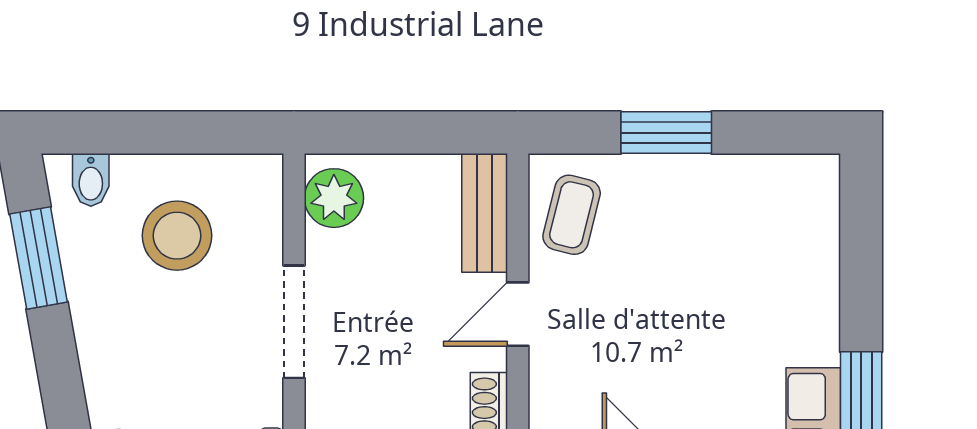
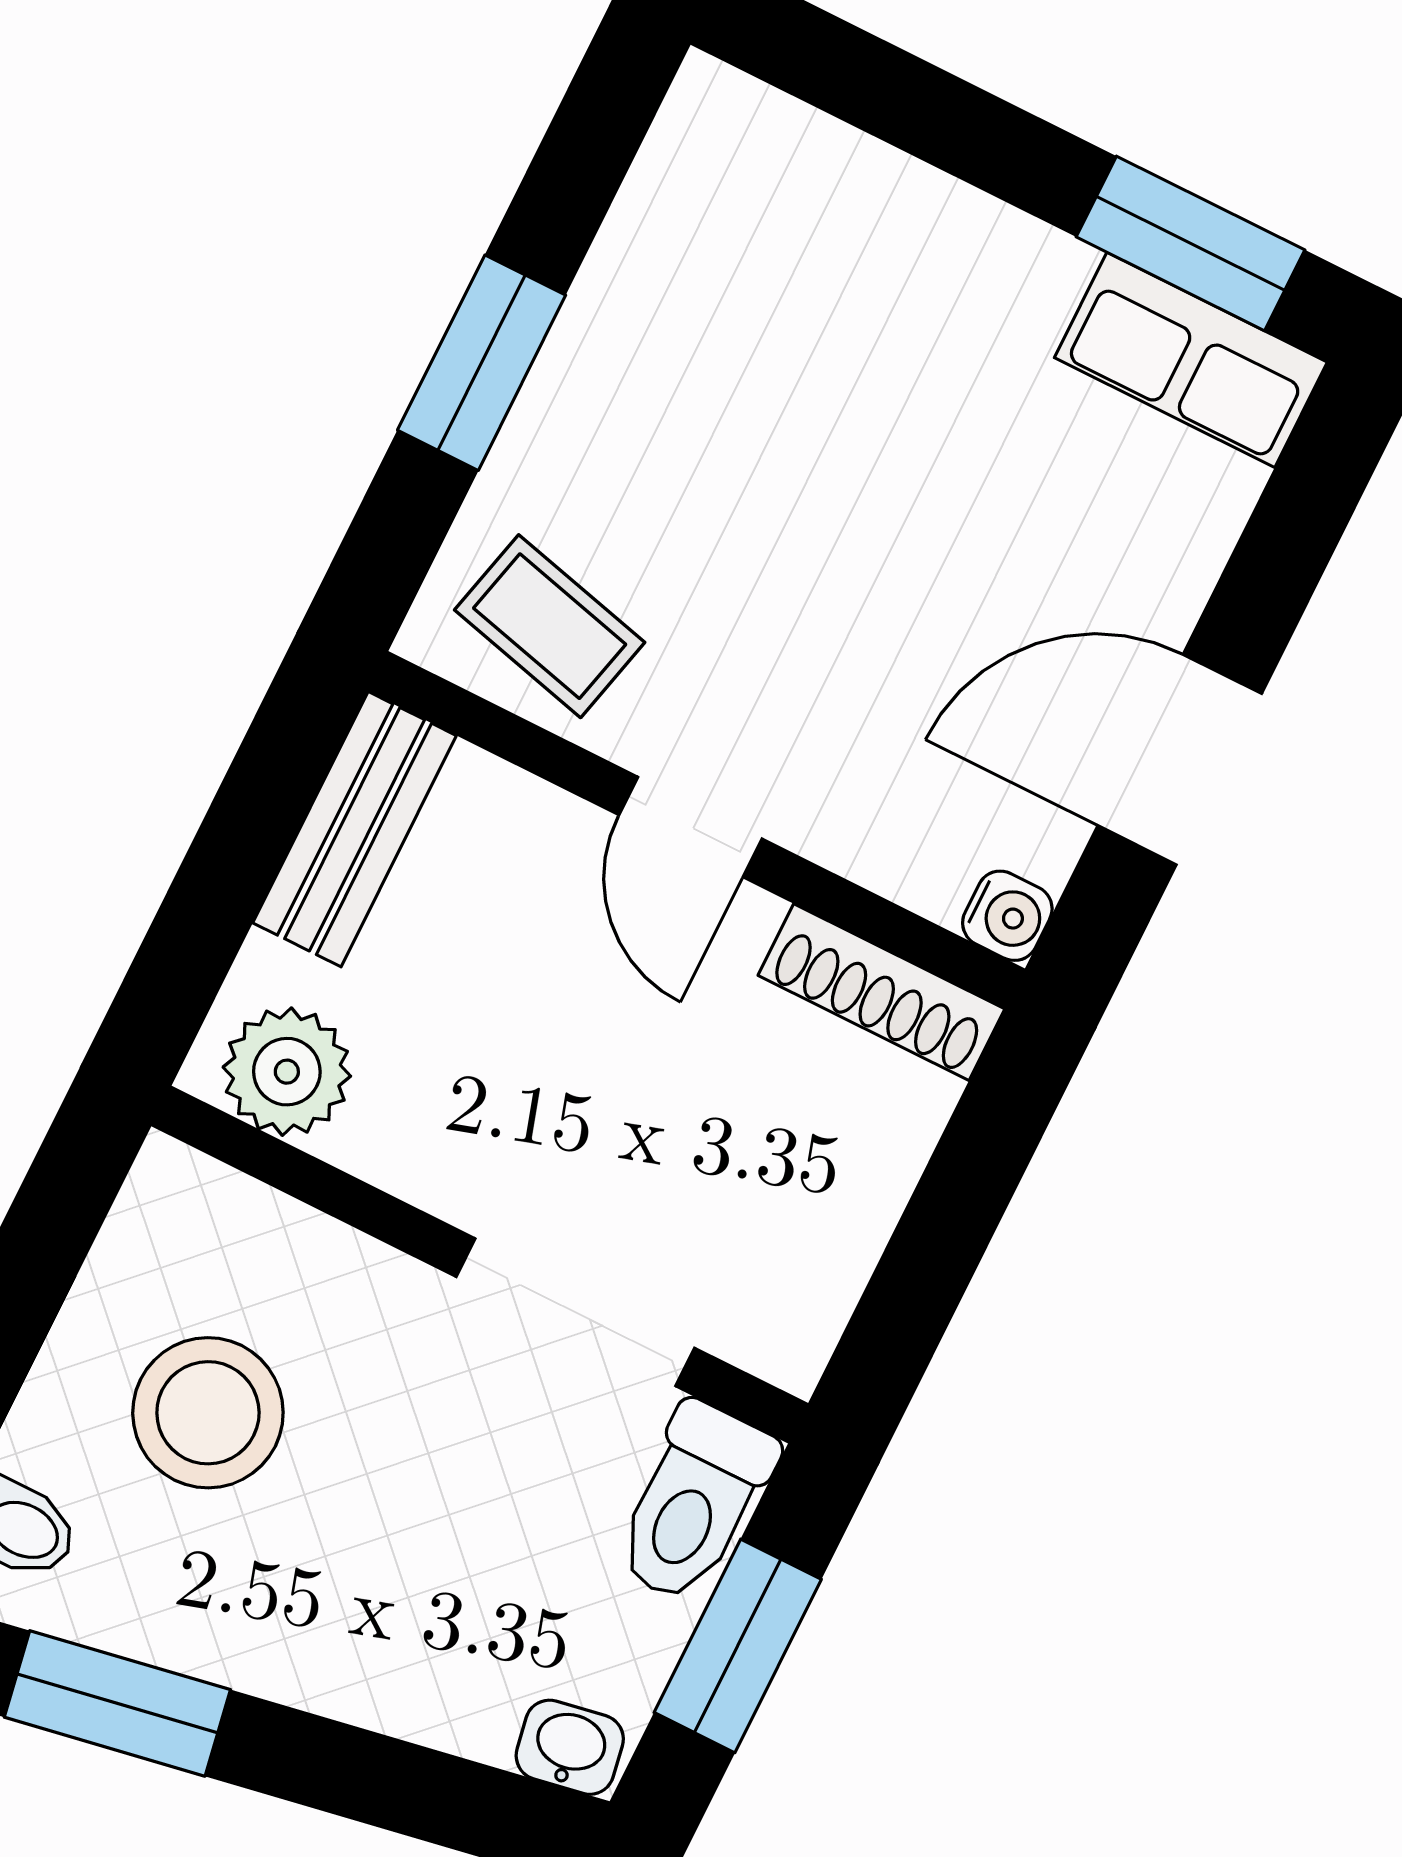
bench: (485, 213) -> (355, 829), moved, turned 90
doorway: (294, 322) -> (575, 1312), moved

